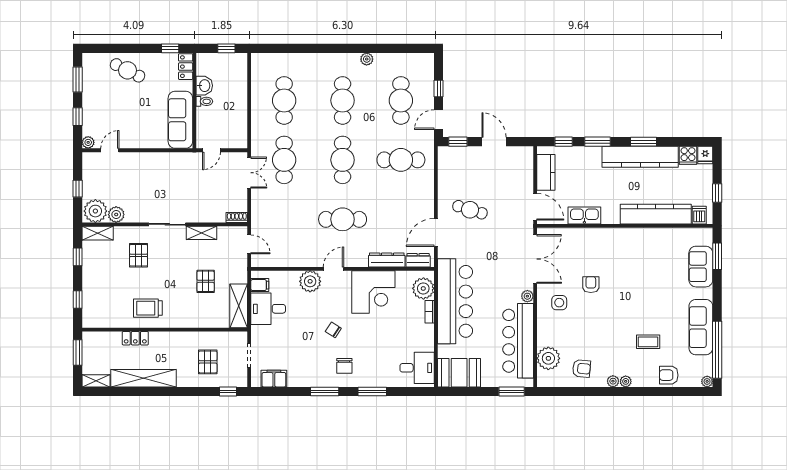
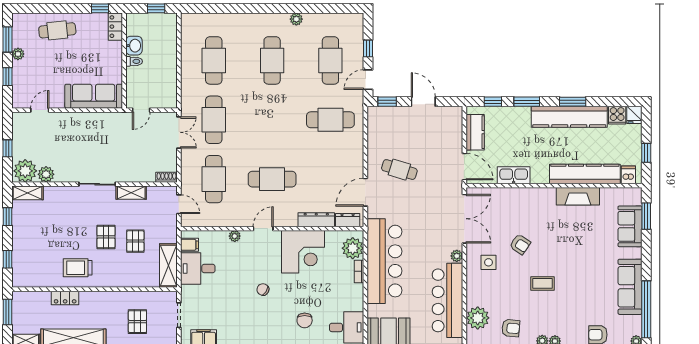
cafe table: (127, 70) -> (57, 30), turned -33
sofa: (180, 120) -> (94, 96), moved, turned 90
plant: (88, 142) -> (18, 54), moved
cafe table: (343, 160) -> (214, 179), moved
fireplace: (649, 237) -> (578, 196), added
pallet: (139, 255) -> (106, 237), moved
plant: (310, 281) -> (235, 236), width x0.53, depth x0.53
armchair: (591, 285) -> (520, 244), turned 124
coffee table: (648, 342) -> (543, 283), moved
chair: (344, 366) -> (305, 320), moved

